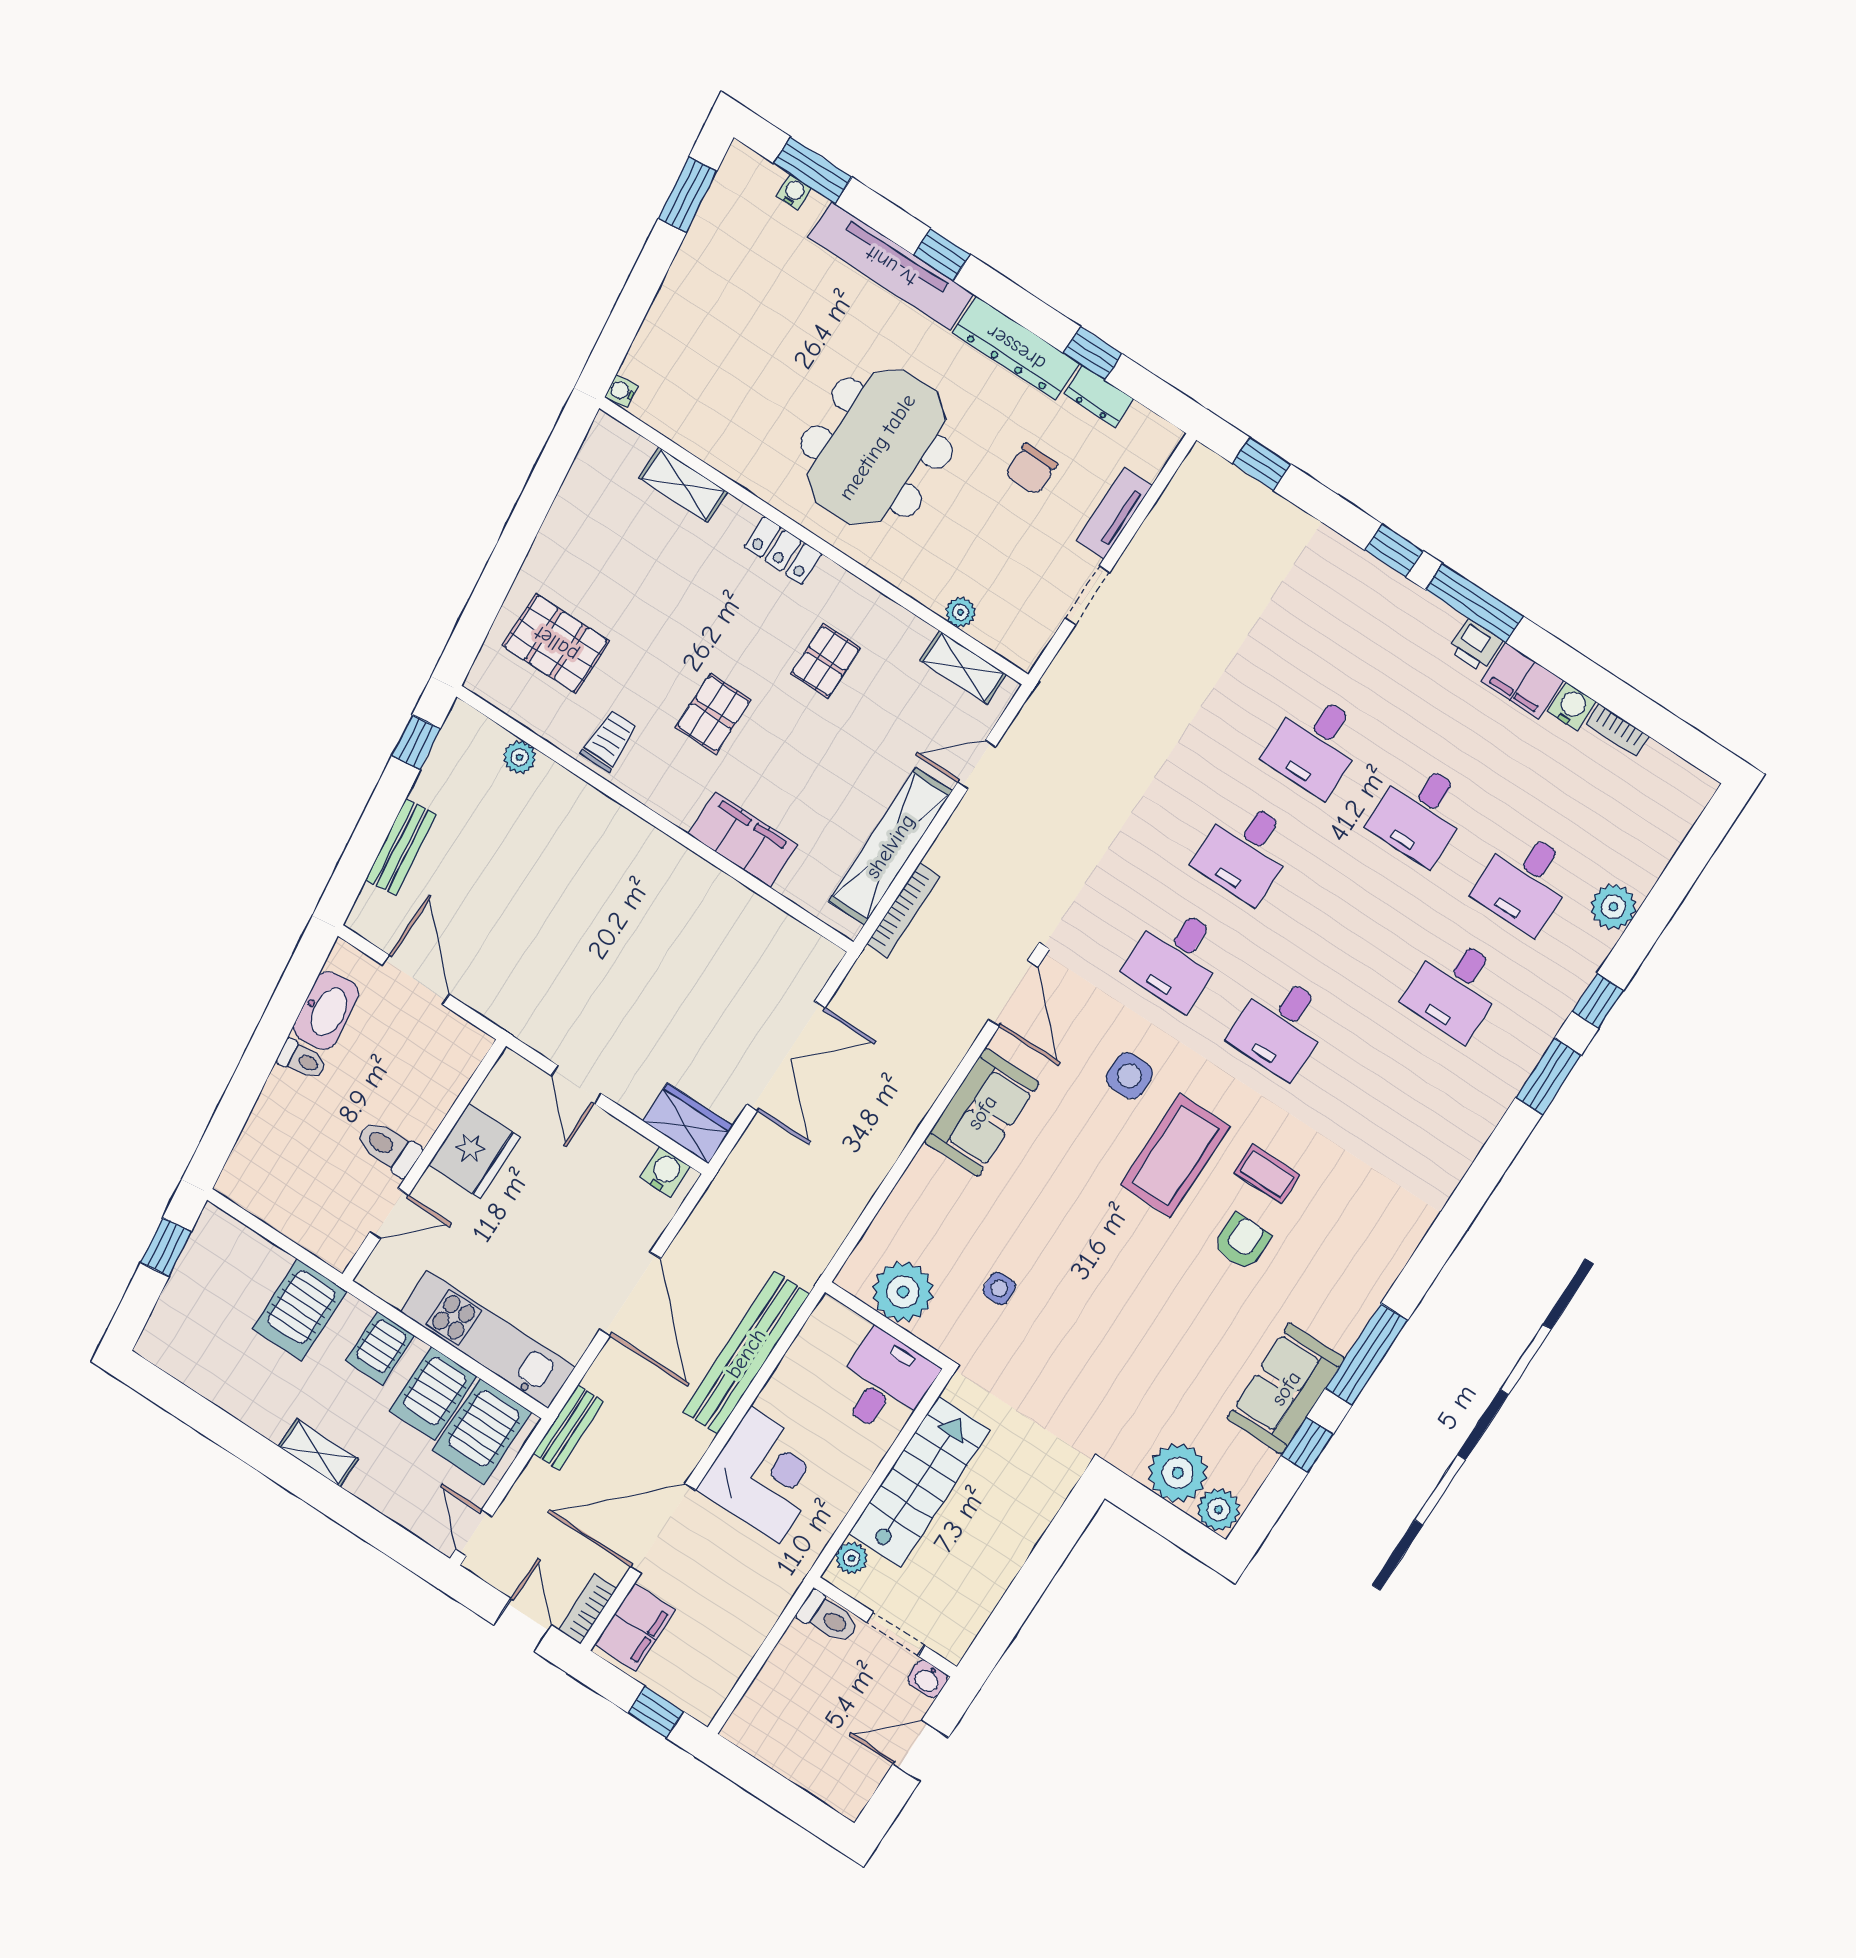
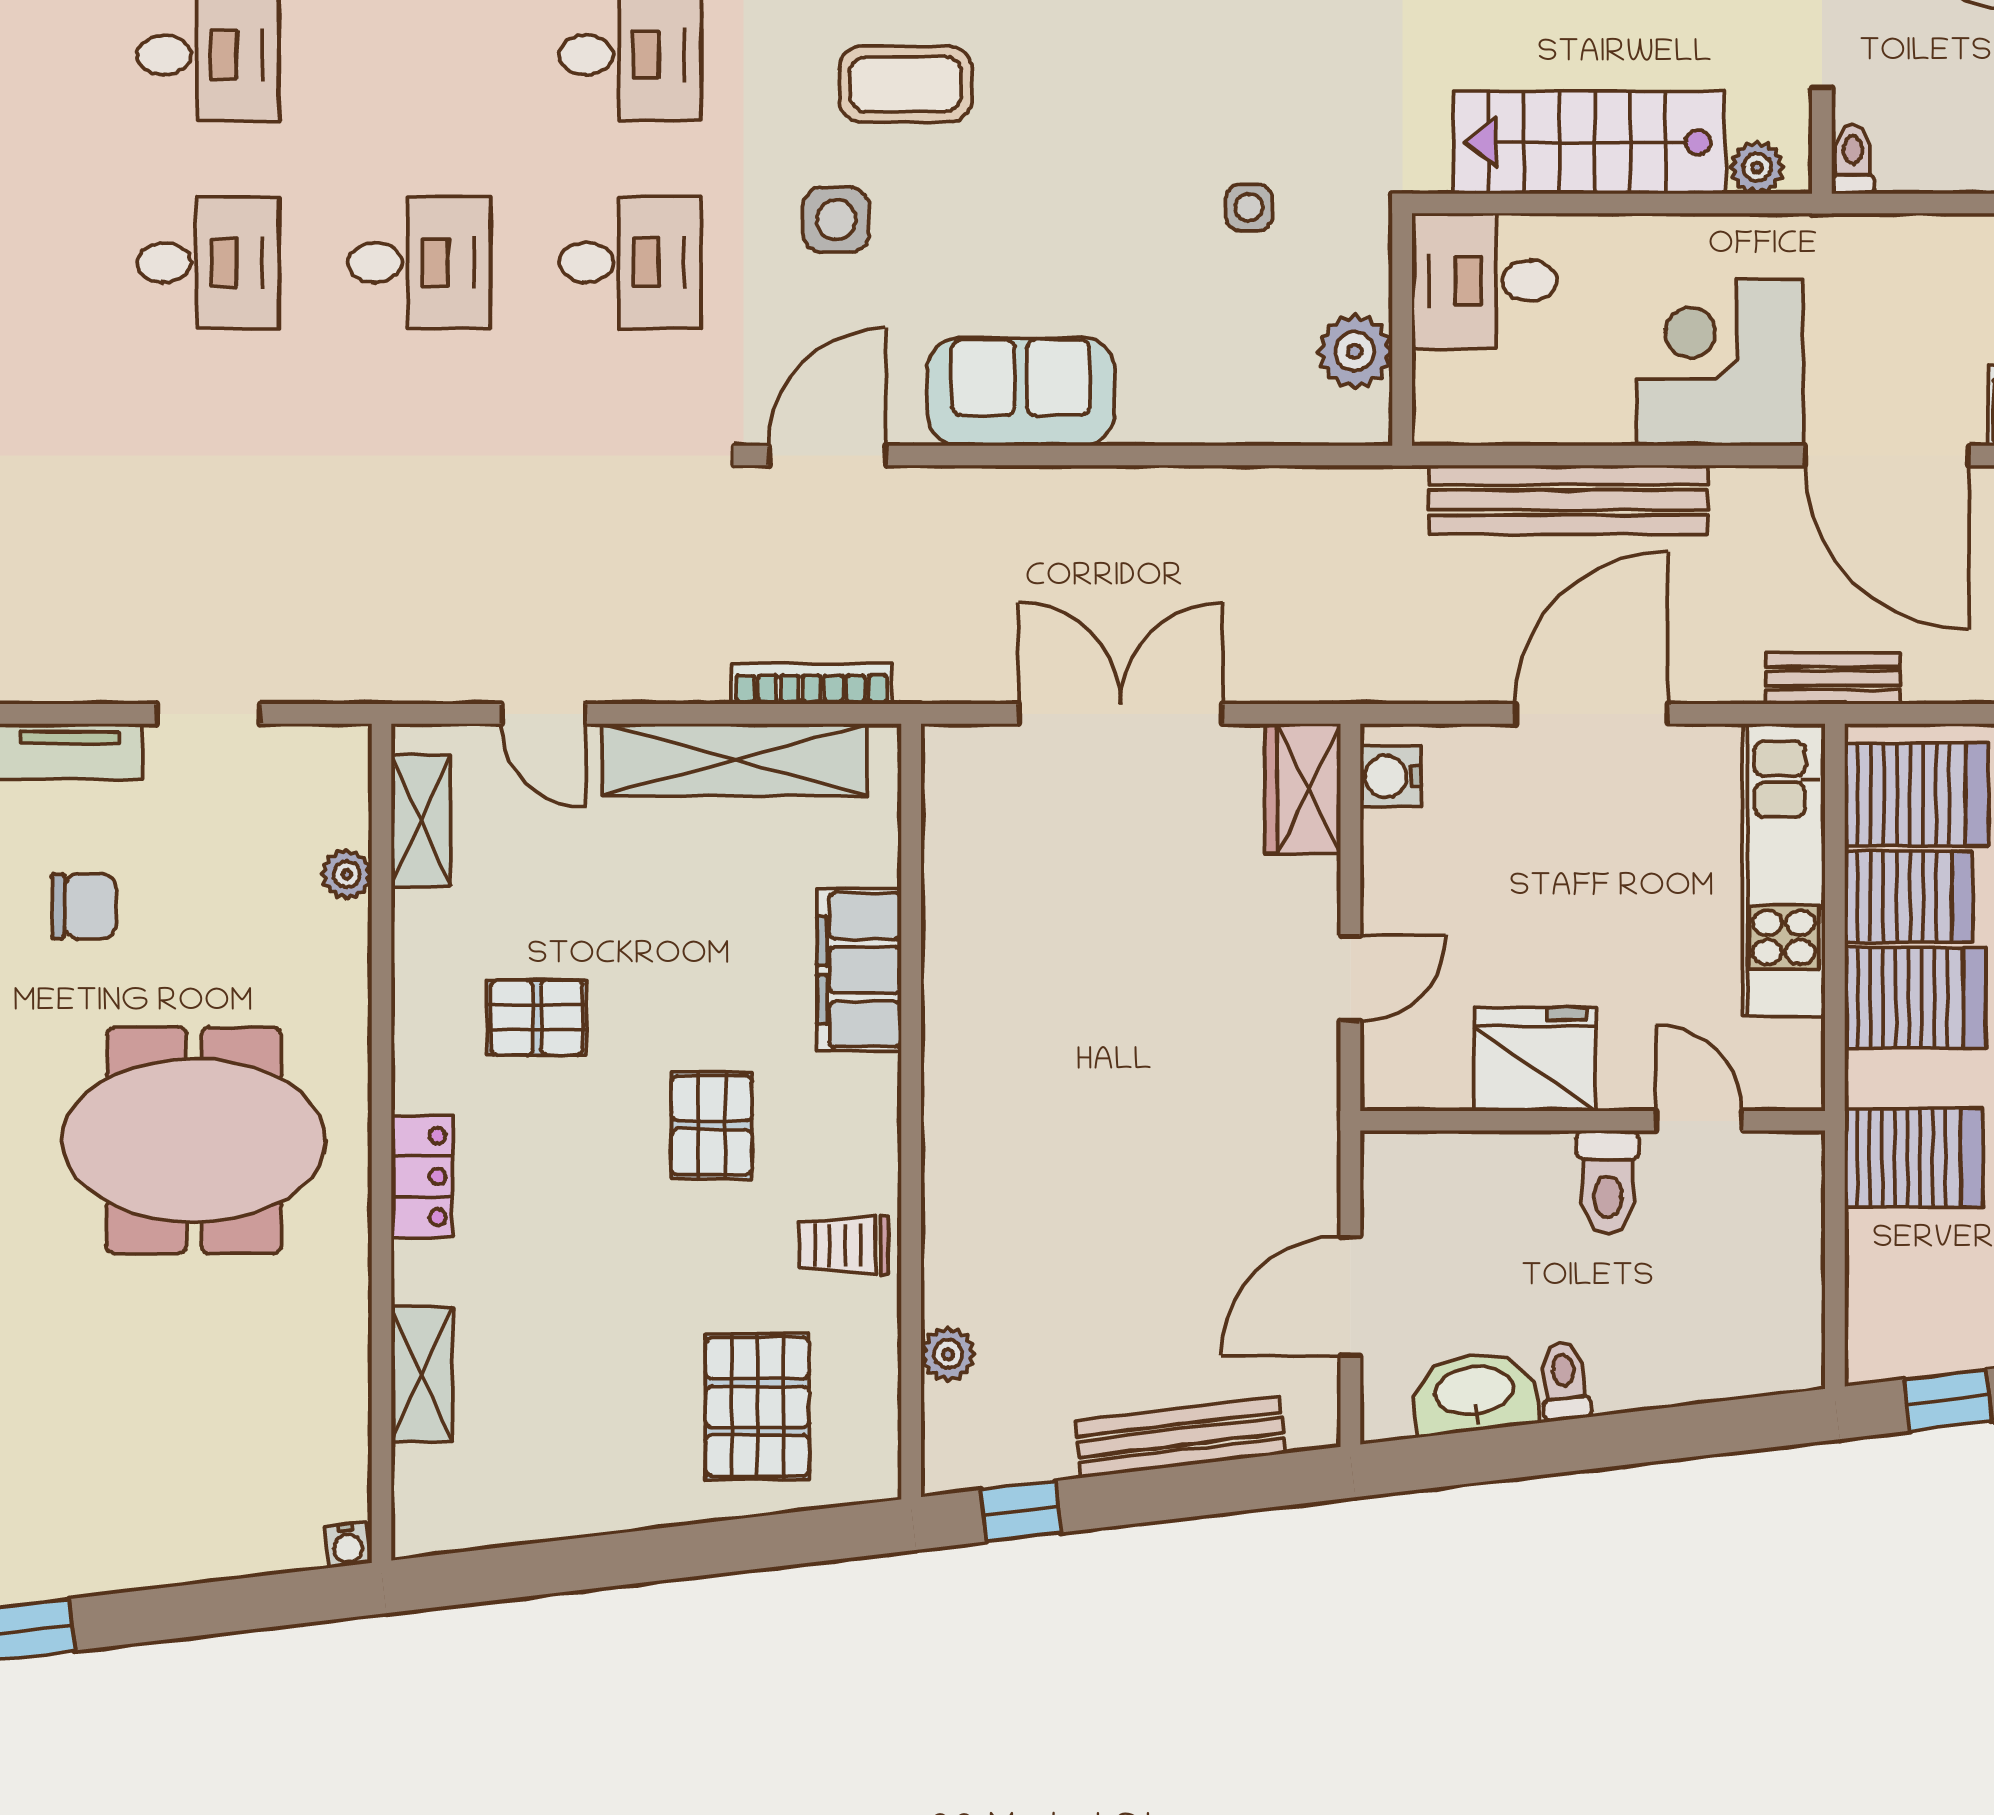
pallet: (713, 714) -> (712, 1125), turned 90
bench: (401, 847) -> (1180, 1437), width x1.36
coffee table: (1175, 1156) -> (906, 84), width x0.73, depth x0.76
plant: (903, 1292) -> (1355, 351), width x0.73, depth x0.73
server rack: (380, 1348) -> (1915, 998), width x1.36, depth x1.44
toilet: (828, 1618) -> (1853, 159), width x0.73, depth x0.72

